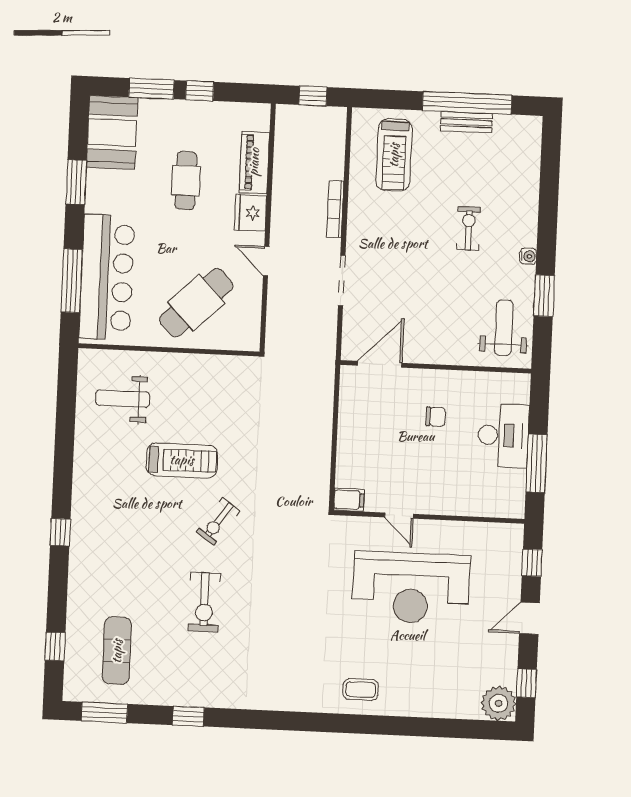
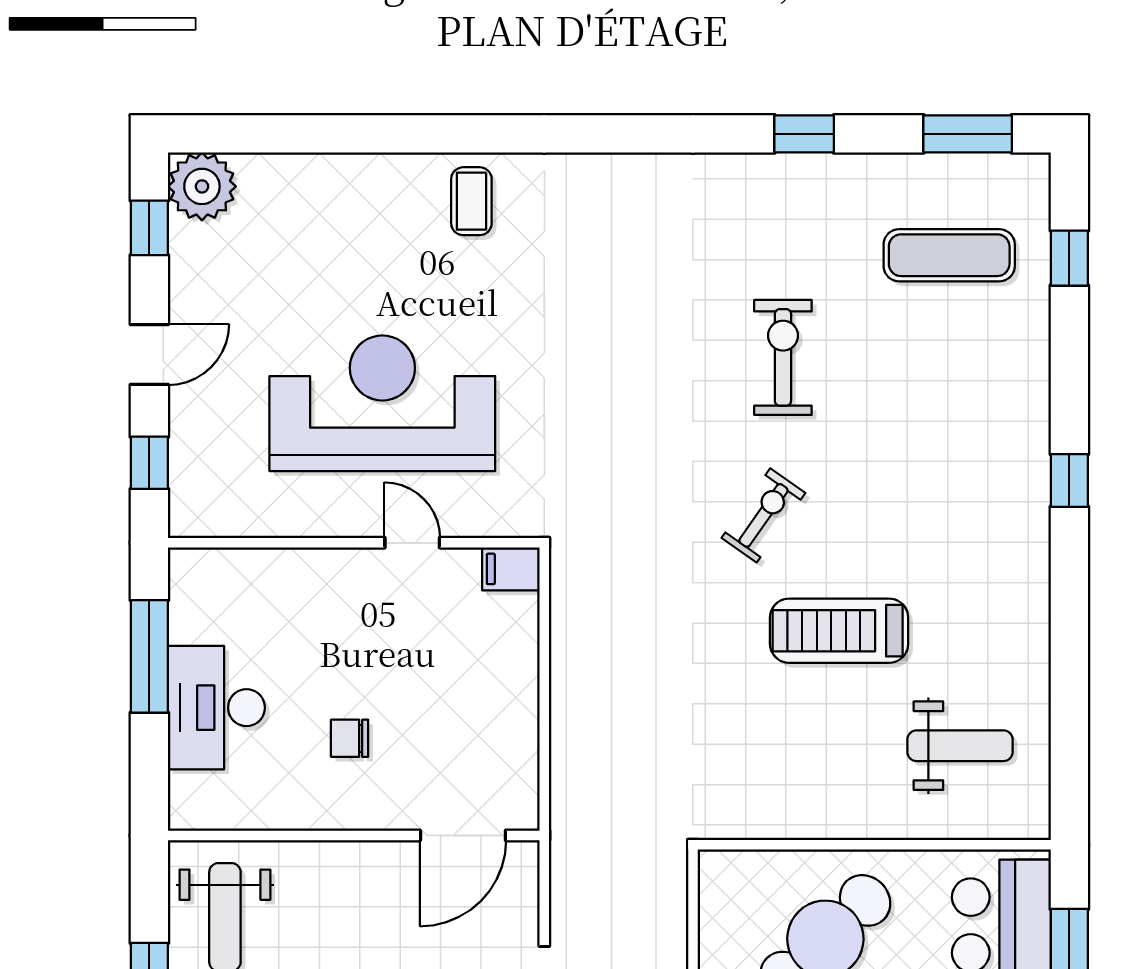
exercise mat: (117, 651) -> (949, 255), turned 90
coffee table: (361, 689) -> (471, 201), turned 90

